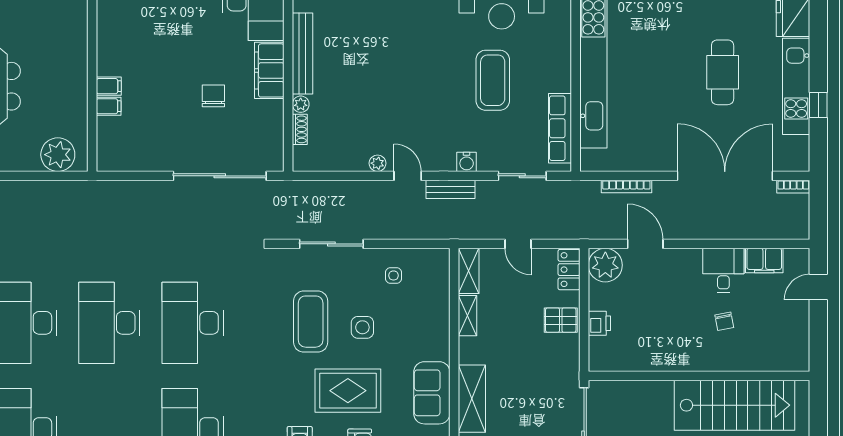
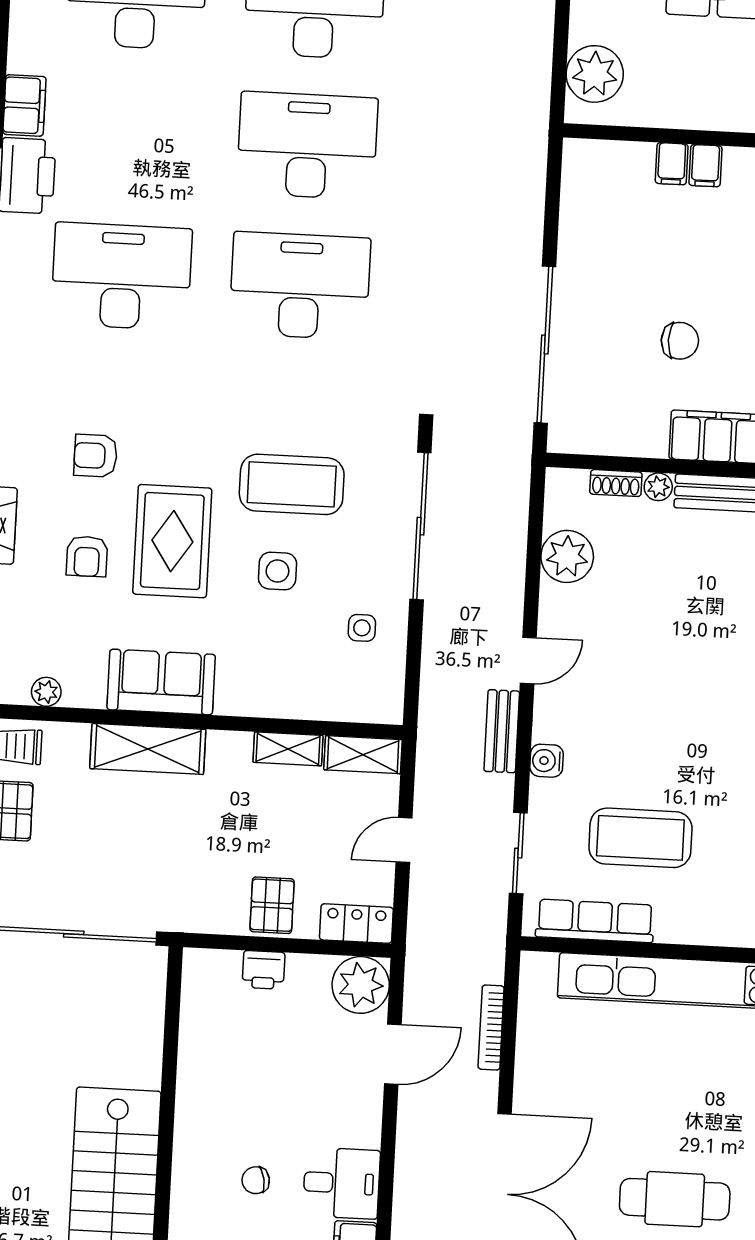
coffee table: (493, 80) -> (640, 838), moved
plant: (378, 163) -> (567, 556), moved, width x1.87, depth x1.87
sliding door: (331, 244) -> (420, 526), width x1.36

